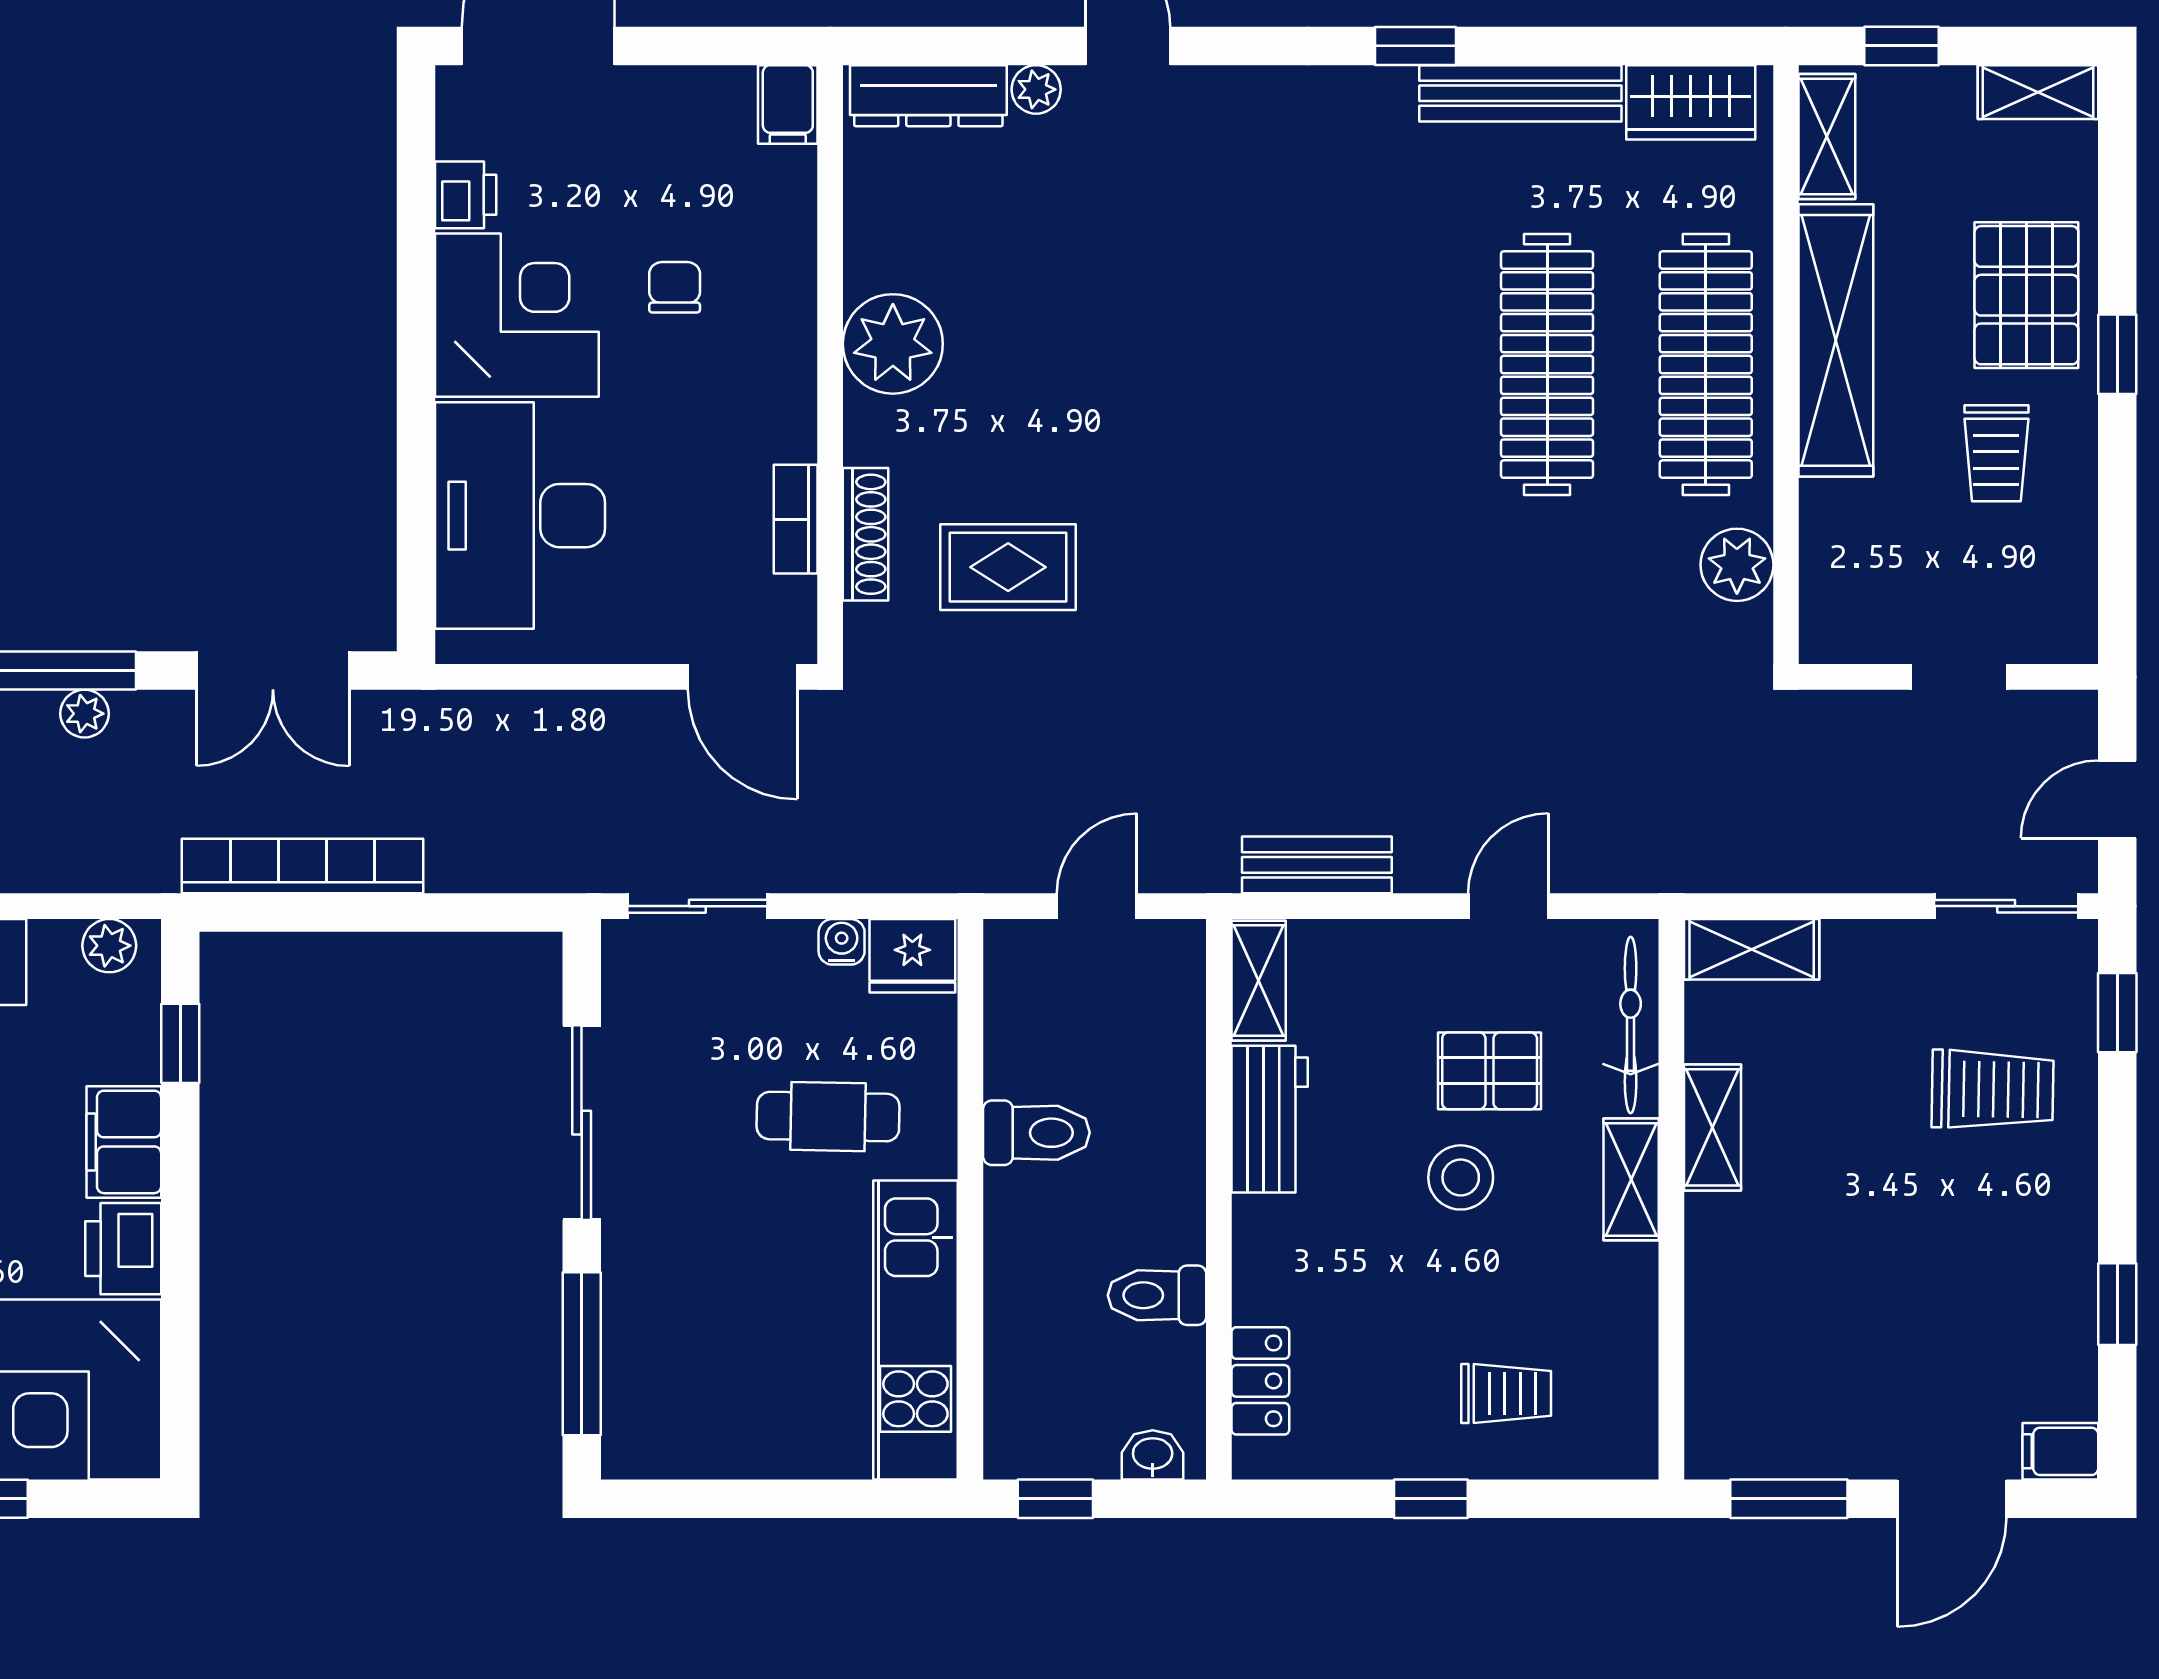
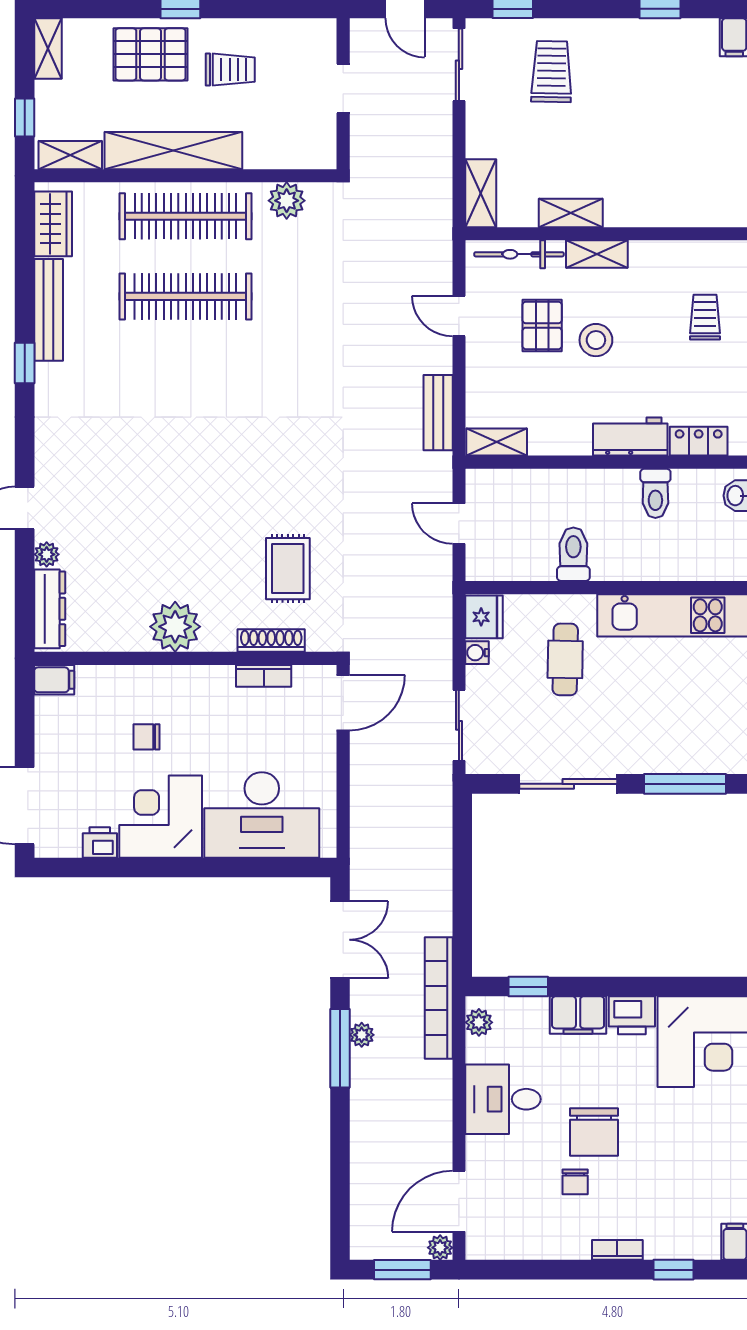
bookcase: (302, 866) -> (439, 998), moved
workbench: (1270, 1119) -> (630, 437), moved

